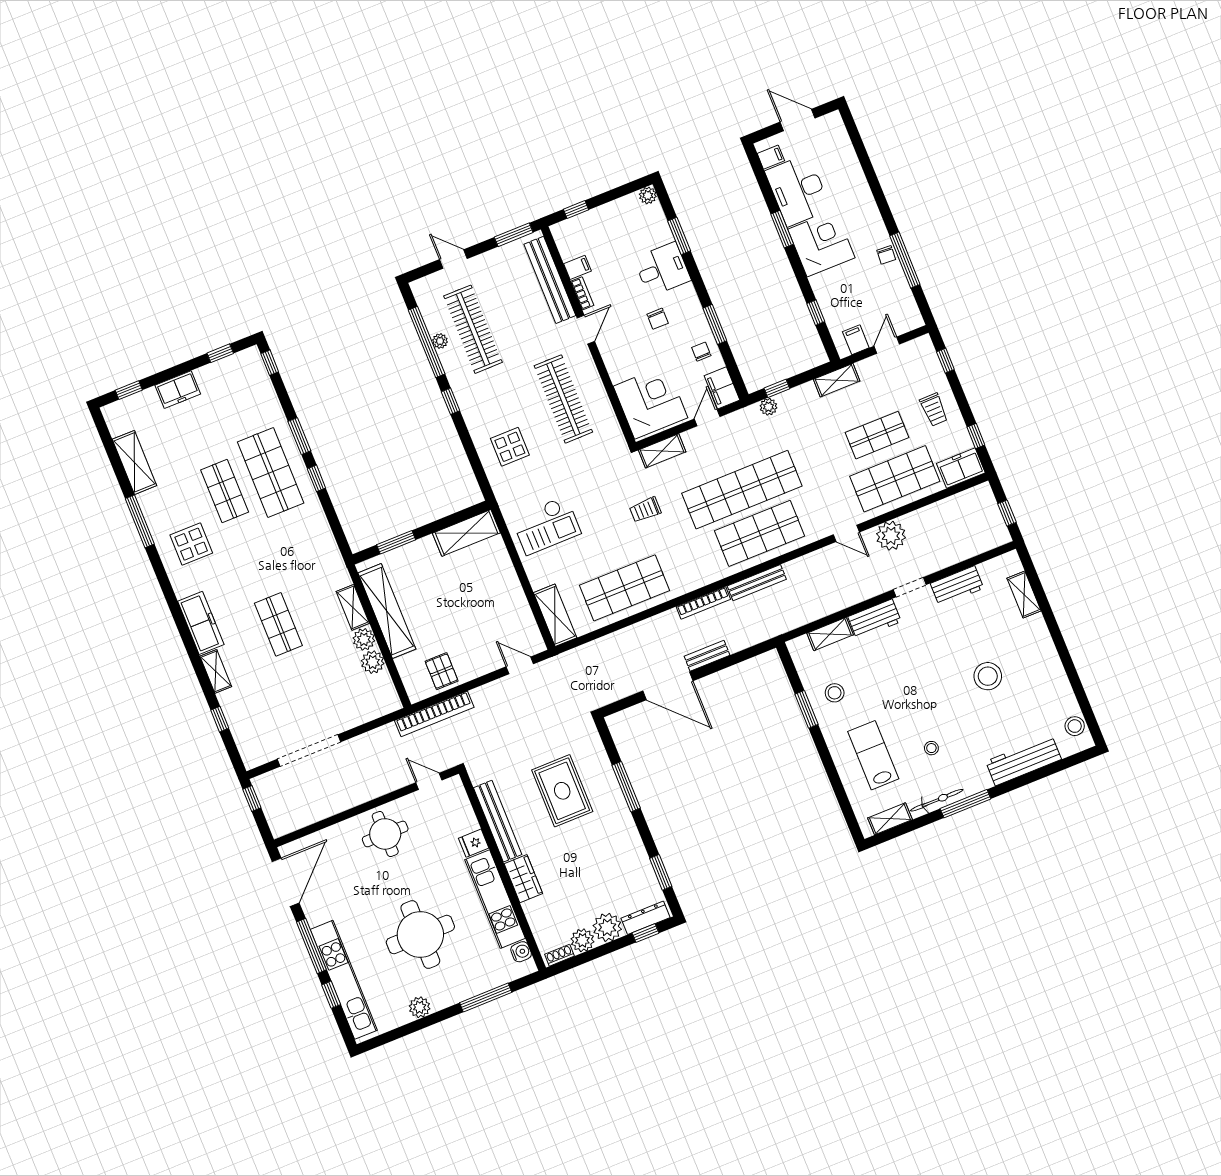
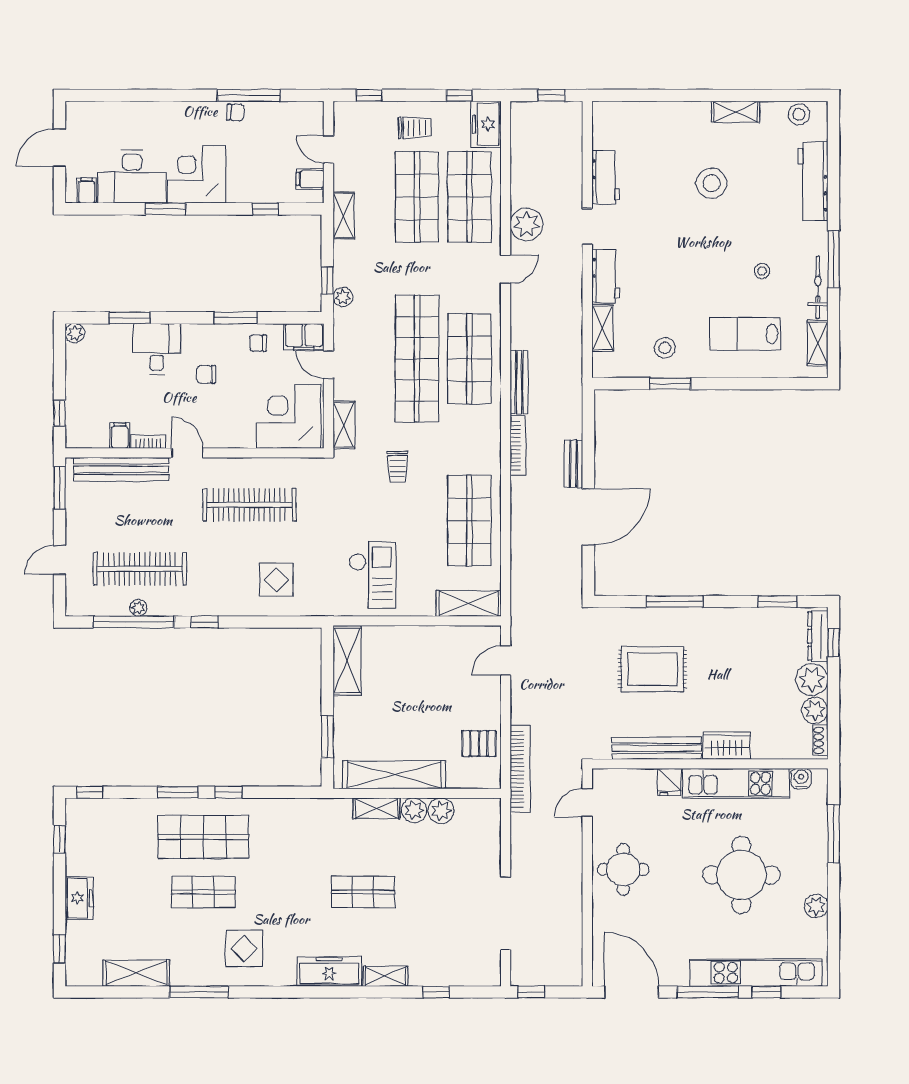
chair: (658, 319) -> (206, 374), turned 180
shop shelf: (877, 435) -> (417, 197), width x1.43, depth x1.36
shelving: (1024, 595) -> (736, 112), moved

